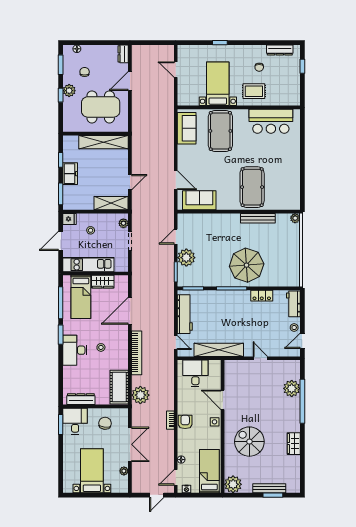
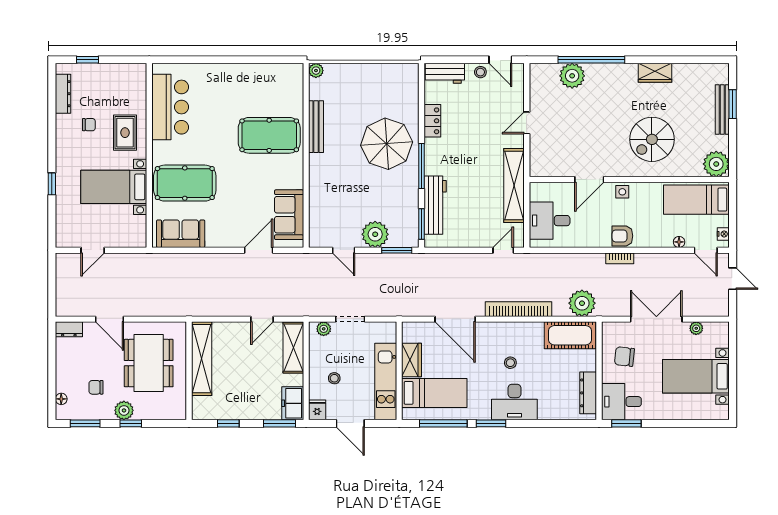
freezer: (70, 174) -> (293, 403), moved, turned -90
door: (130, 182) -> (262, 319), swing flipped
workbench: (185, 314) -> (435, 205), moved, turned 90

